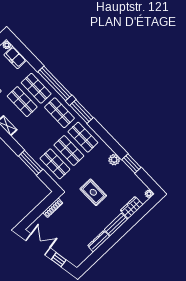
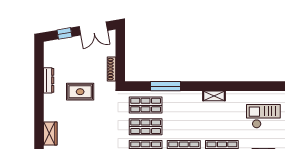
shop shelf: (22, 102) -> (222, 127), removed
rug: (93, 192) -> (80, 92), moved
bench: (116, 224) -> (49, 108), removed

